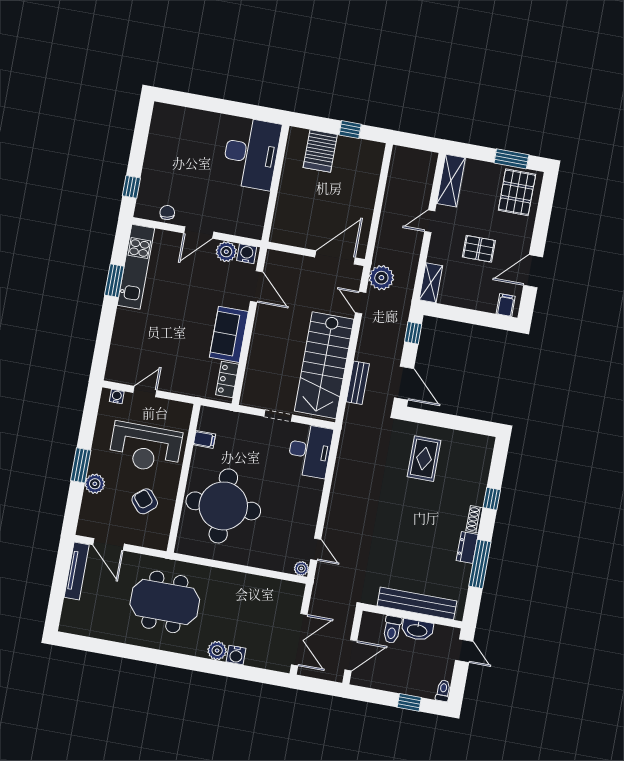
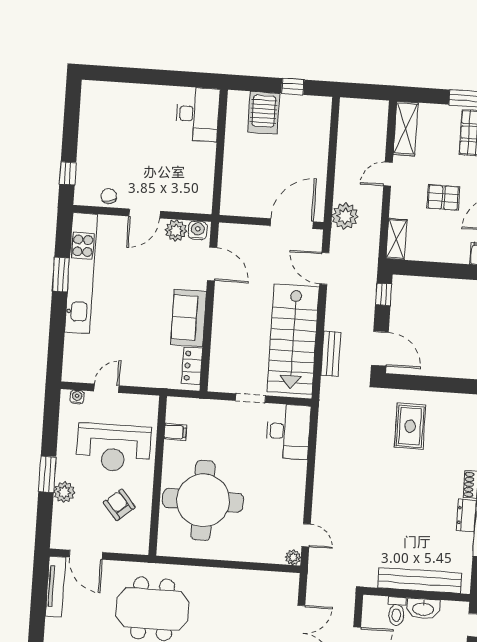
desk: (251, 153) -> (198, 114), width x0.73, depth x0.77
kitchen unit: (136, 267) -> (81, 273), width x1.36
plant: (381, 278) -> (345, 216), moved
door: (361, 303) -> (324, 268), width x1.38

